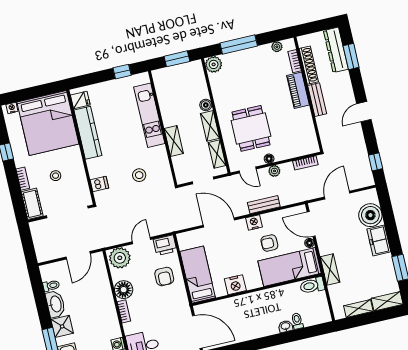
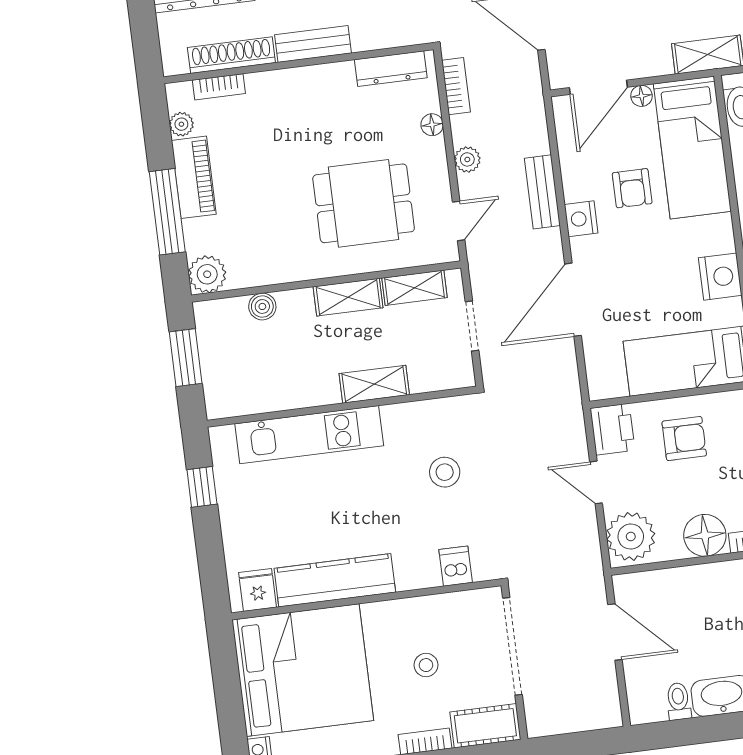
piano: (298, 90) -> (194, 177), moved, turned -90
boiler: (206, 105) -> (262, 306), moved
dresser: (310, 134) -> (391, 69), added
floor lamp: (269, 159) -> (432, 125), moved

